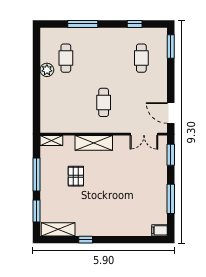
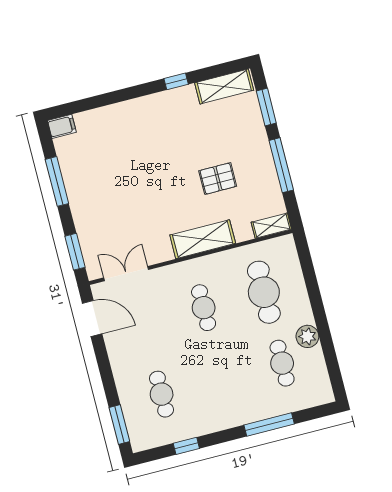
cafe table: (66, 102) -> (264, 292), added
pallet: (76, 176) -> (218, 179), turned 90

